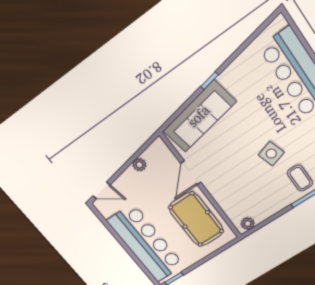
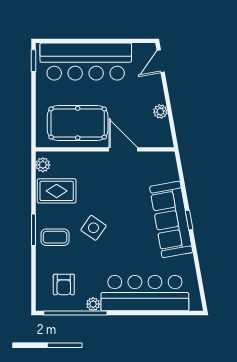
sofa: (199, 116) -> (171, 219), moved
side table: (271, 154) -> (93, 228), turned -38
rug: (261, 201) -> (57, 191), added

